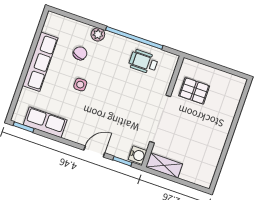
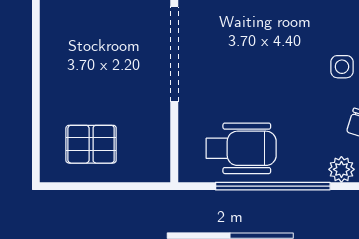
wheelchair: (143, 62) -> (241, 148), width x1.36, depth x1.37
pallet: (194, 91) -> (91, 144), moved

